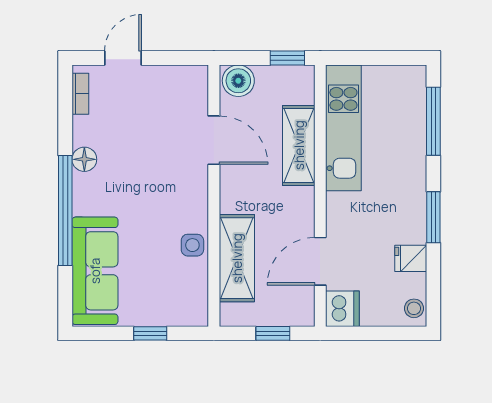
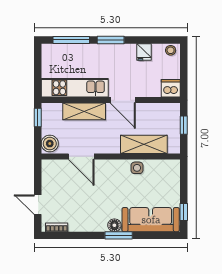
door: (214, 140) -> (81, 156), swing flipped
floor lamp: (84, 159) -> (114, 225), moved
window: (65, 211) -> (119, 235), width x0.47
window: (433, 217) -> (111, 40), moved
door: (320, 261) -> (123, 100), moved
window: (150, 333) -> (184, 212), moved

